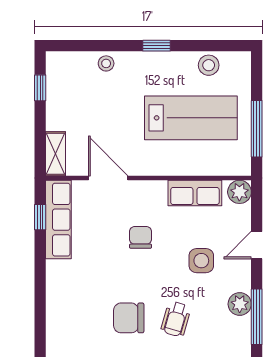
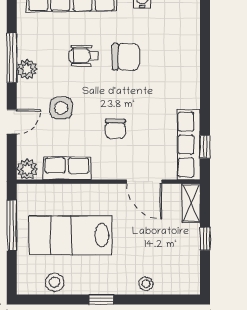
window: (40, 88) -> (205, 239), moved
wheelchair: (176, 319) -> (84, 56), turned -106

